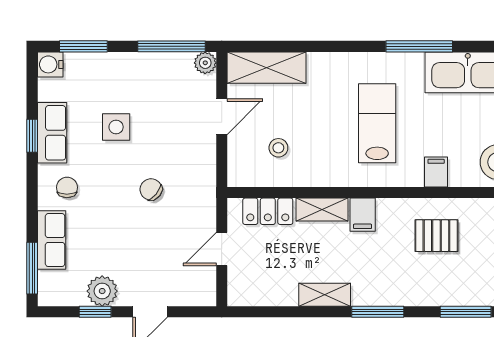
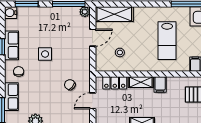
lab bench: (377, 123) -> (167, 41), turned 180
side table: (116, 127) -> (45, 54), moved
chair: (151, 189) -> (70, 85), moved

